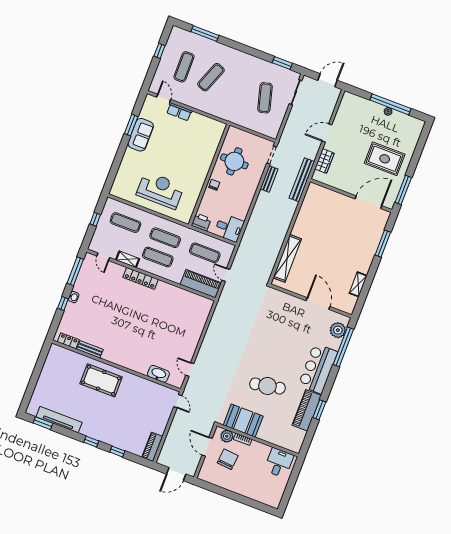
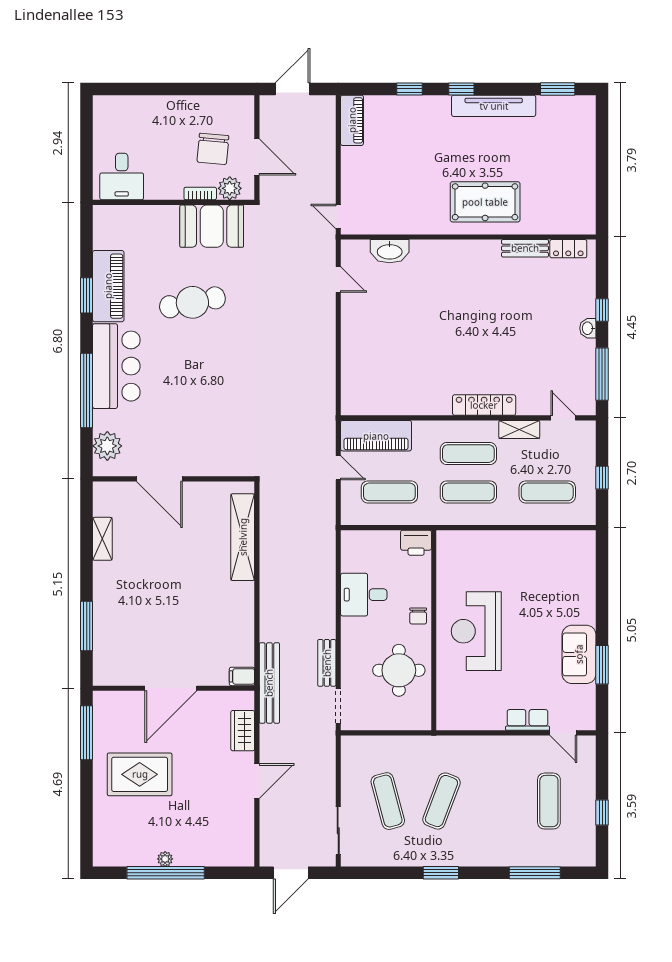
window: (282, 63) -> (441, 873), moved
exercise mat: (211, 77) -> (441, 801), moved
filing cabinet: (314, 188) -> (242, 676), added
reception desk: (160, 190) -> (476, 631), moved, turned 90
door: (368, 202) -> (171, 688), moved
desk: (229, 228) -> (364, 595), moved
window: (343, 347) -> (87, 390), moved
tv unit: (59, 420) -> (494, 106), moved

